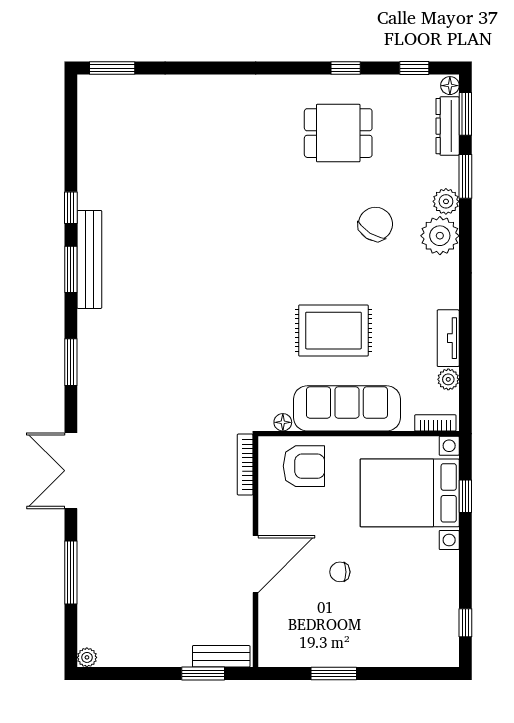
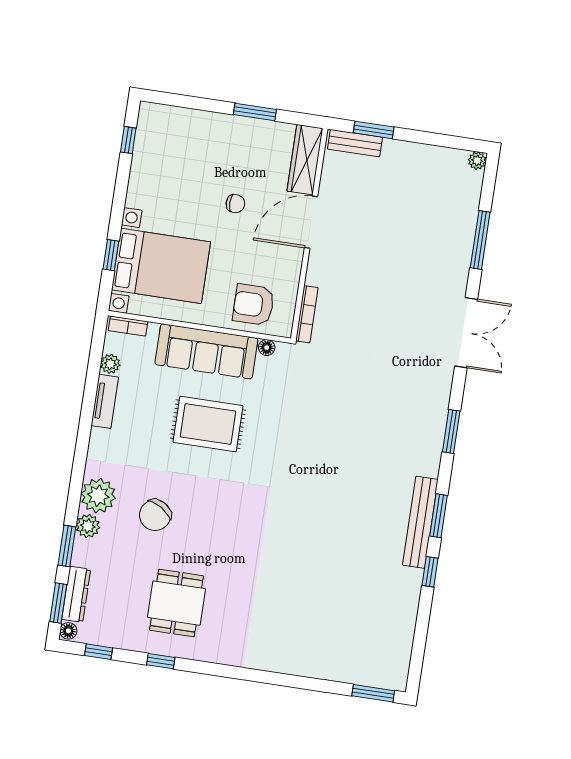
dining table: (338, 133) -> (176, 603), turned 90
wardrobe: (272, 630) -> (305, 160), added

